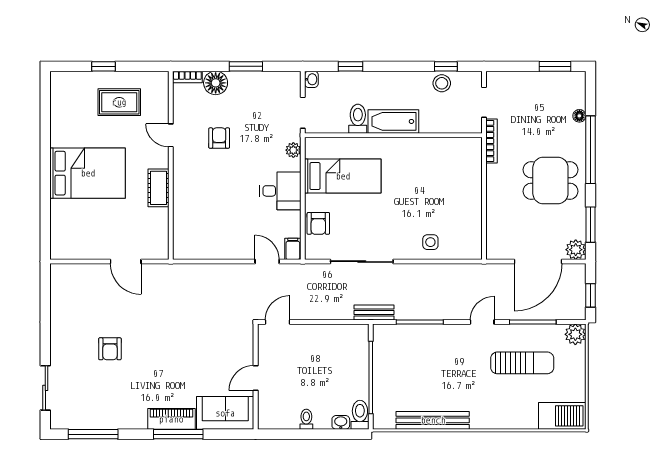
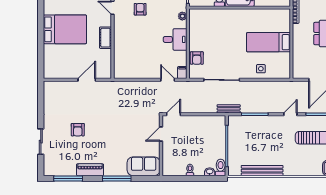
bed: (343, 176) -> (269, 42), moved, turned 180
door: (126, 262) -> (87, 80), swing flipped
door: (256, 378) -> (161, 134), moved
sliding door: (45, 388) -> (41, 142), moved
piano: (171, 419) -> (90, 170), moved

